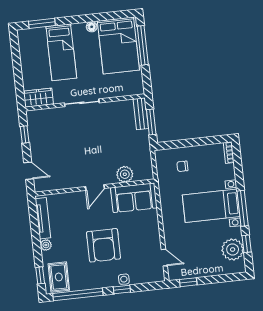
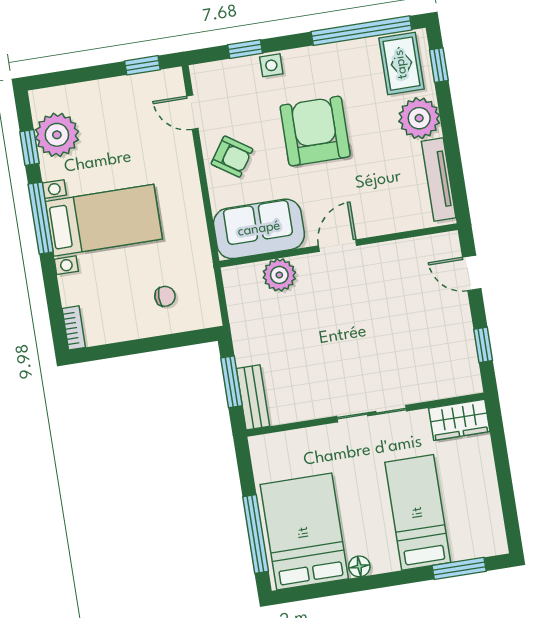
armchair: (146, 234) -> (232, 157), added
plant: (46, 245) -> (419, 118), width x1.88, depth x1.88
window: (122, 290) -> (245, 49), moved

